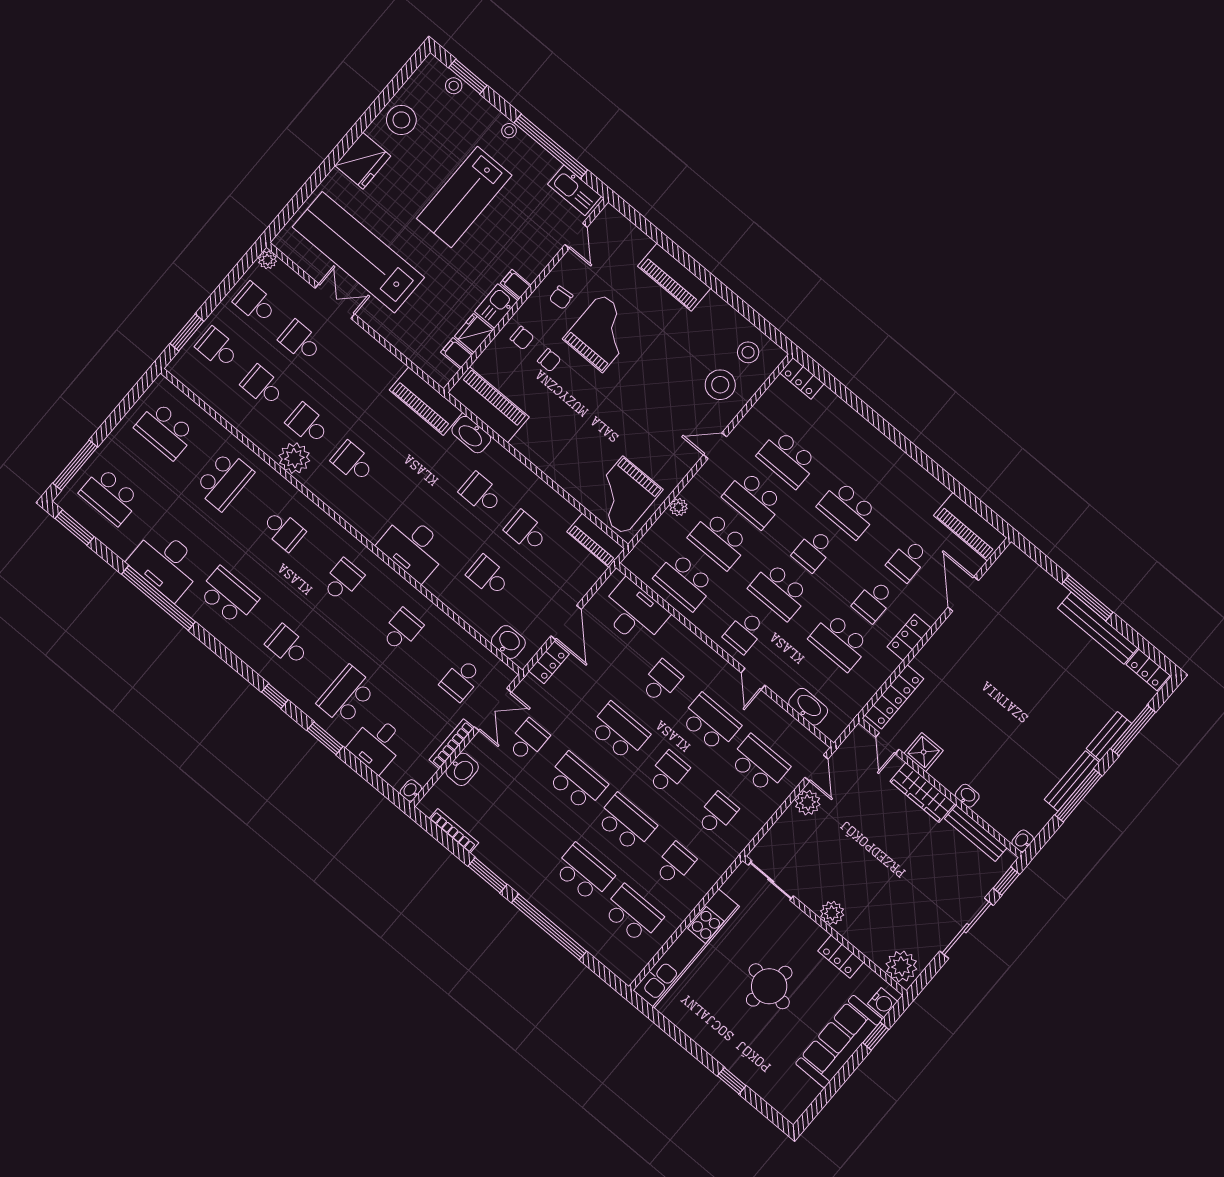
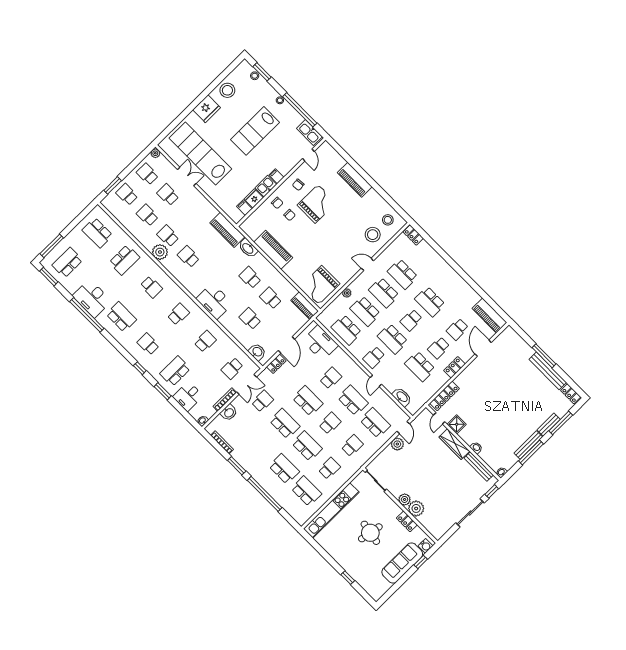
piano: (488, 405) -> (273, 250), moved
school desk: (110, 496) -> (67, 263), turned 90
plant: (901, 966) -> (416, 508), moved

